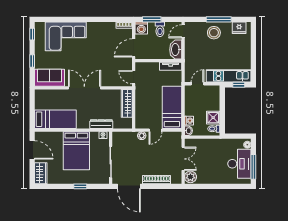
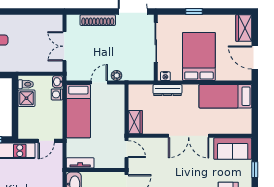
wardrobe: (127, 103) -> (135, 122), width x0.67
plant: (190, 177) -> (55, 23), removed

